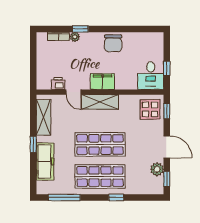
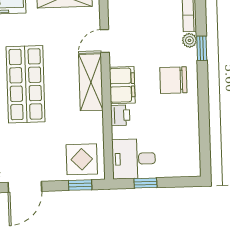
chair: (113, 43) -> (173, 80), moved
printer: (58, 83) -> (120, 115), moved

